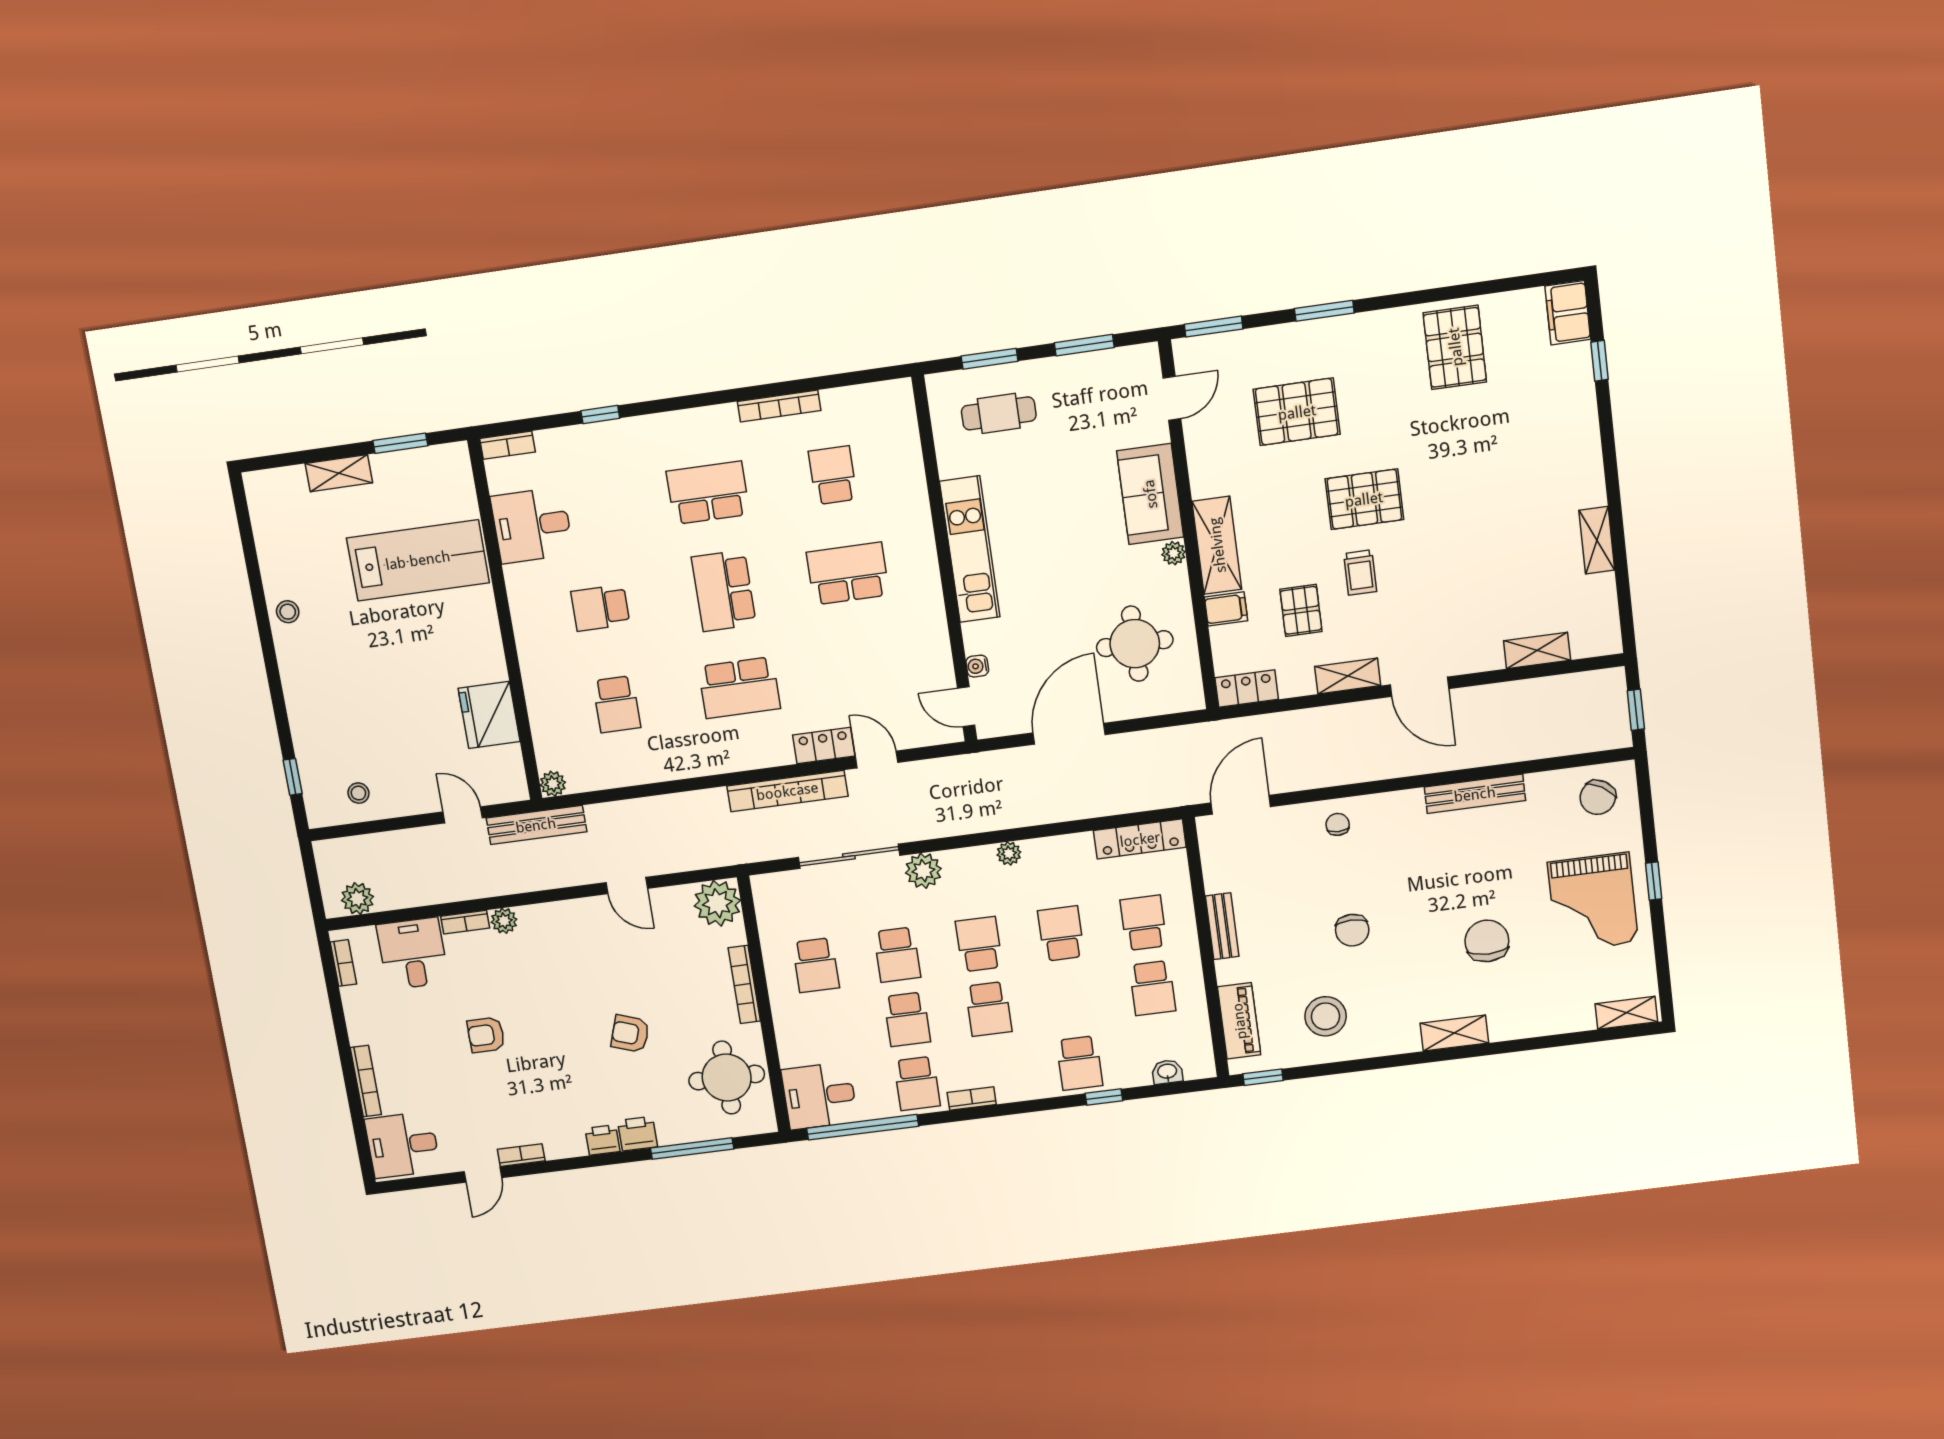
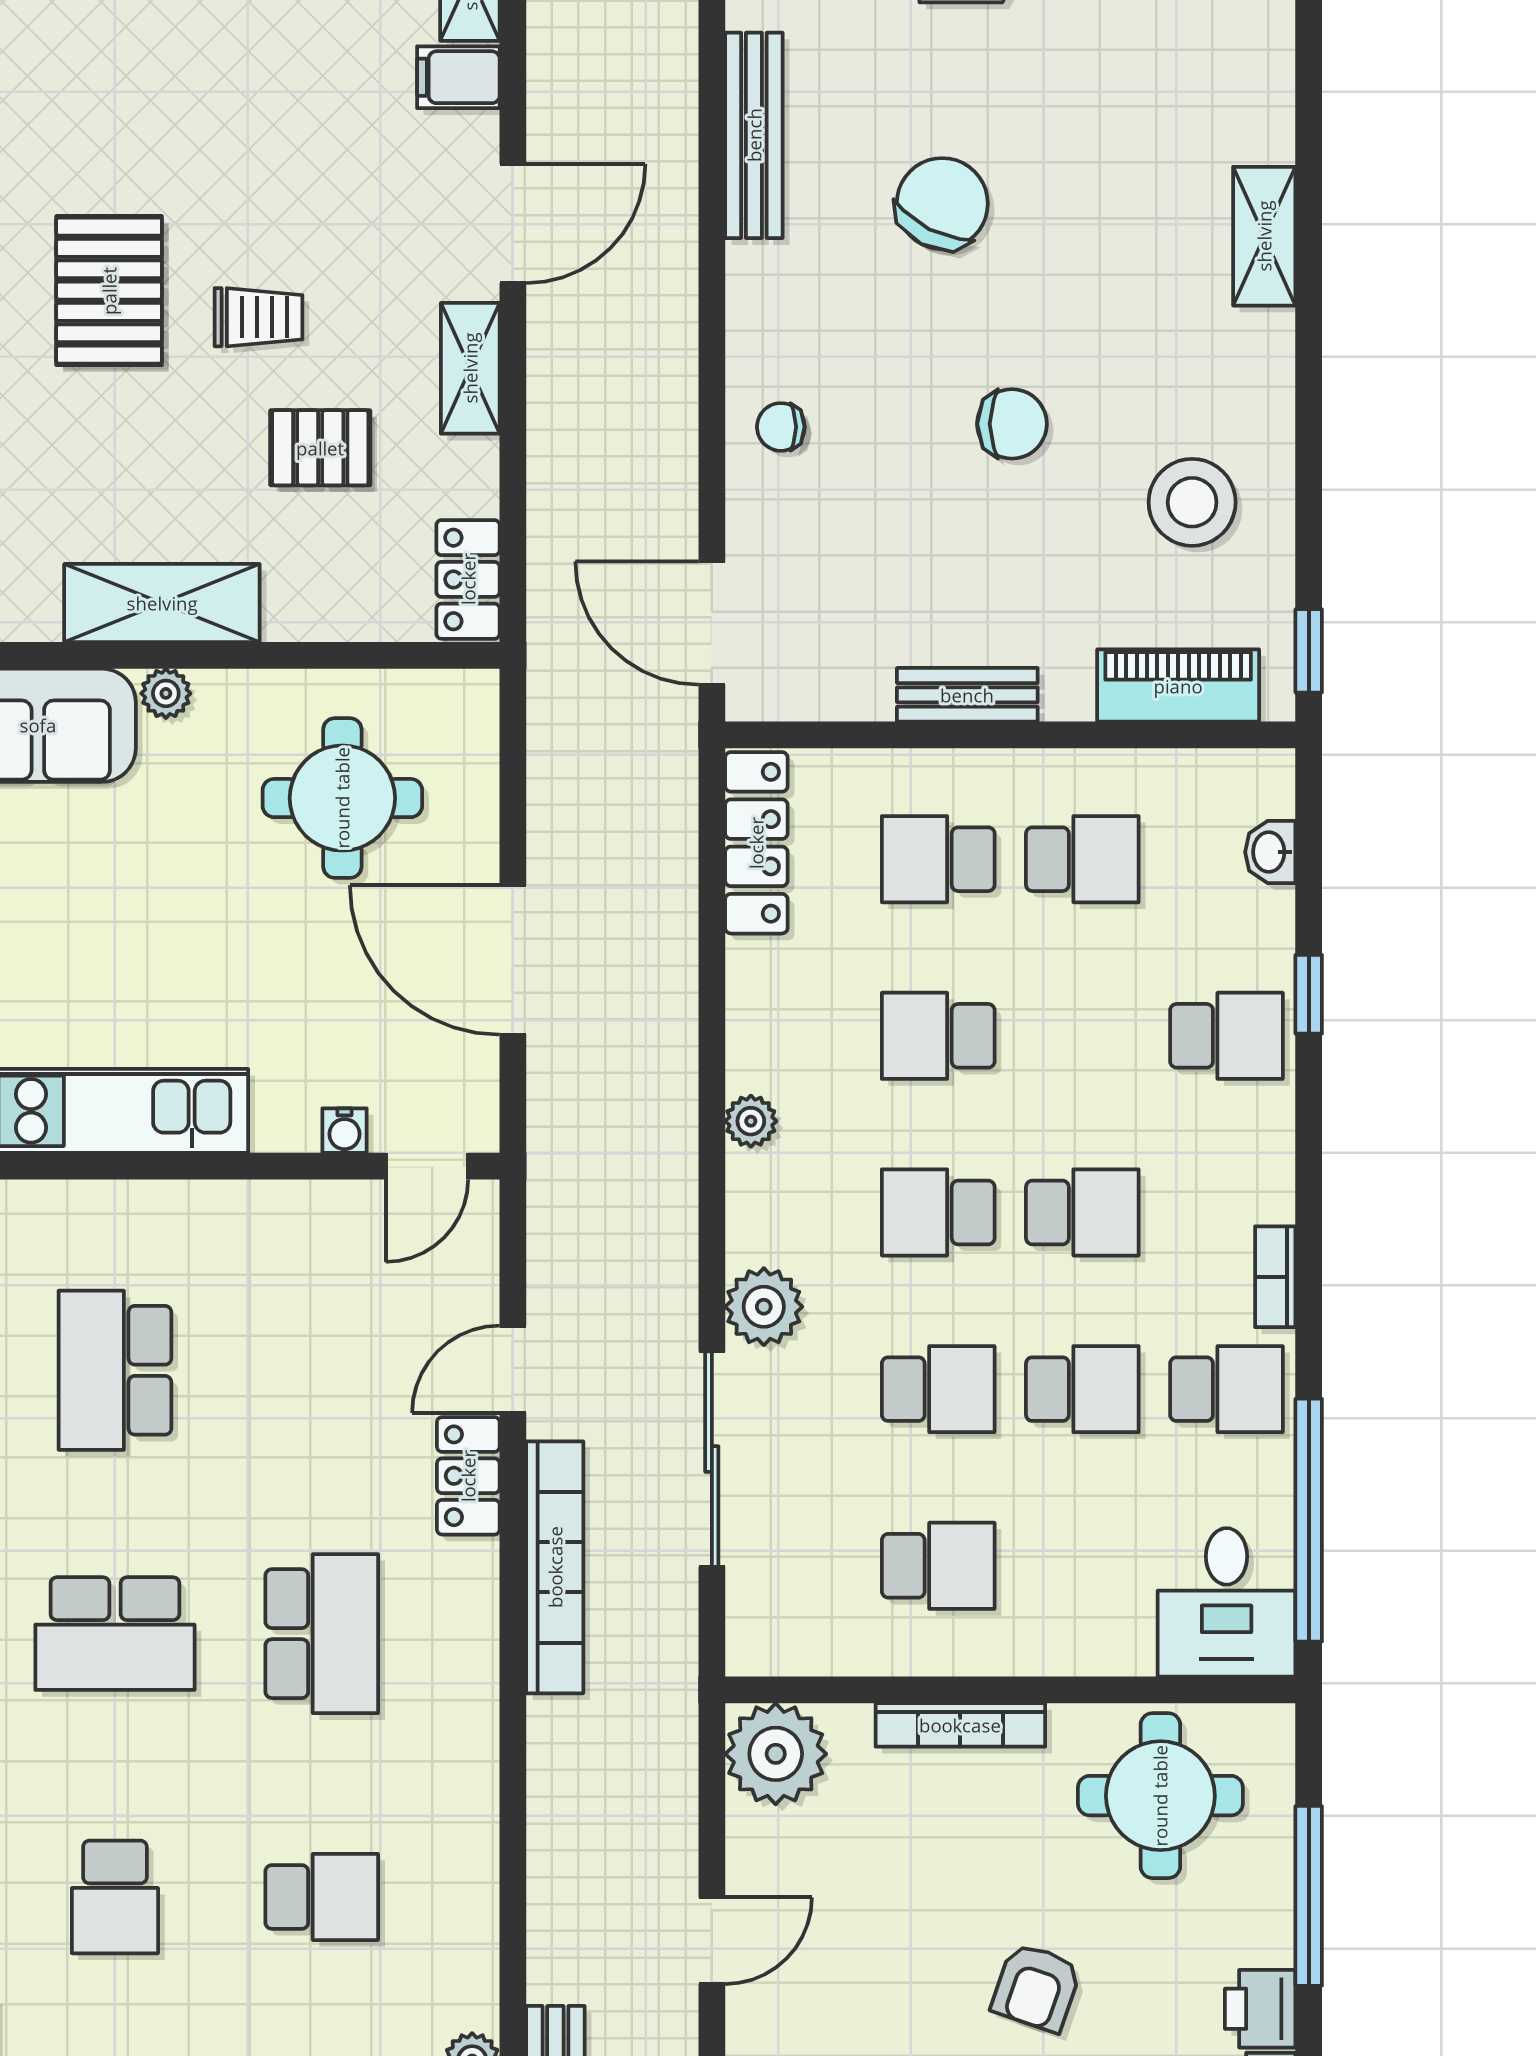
filing cabinet: (1226, 609) -> (458, 77), moved, turned -90
chair: (1487, 941) -> (942, 204), moved, turned 117

